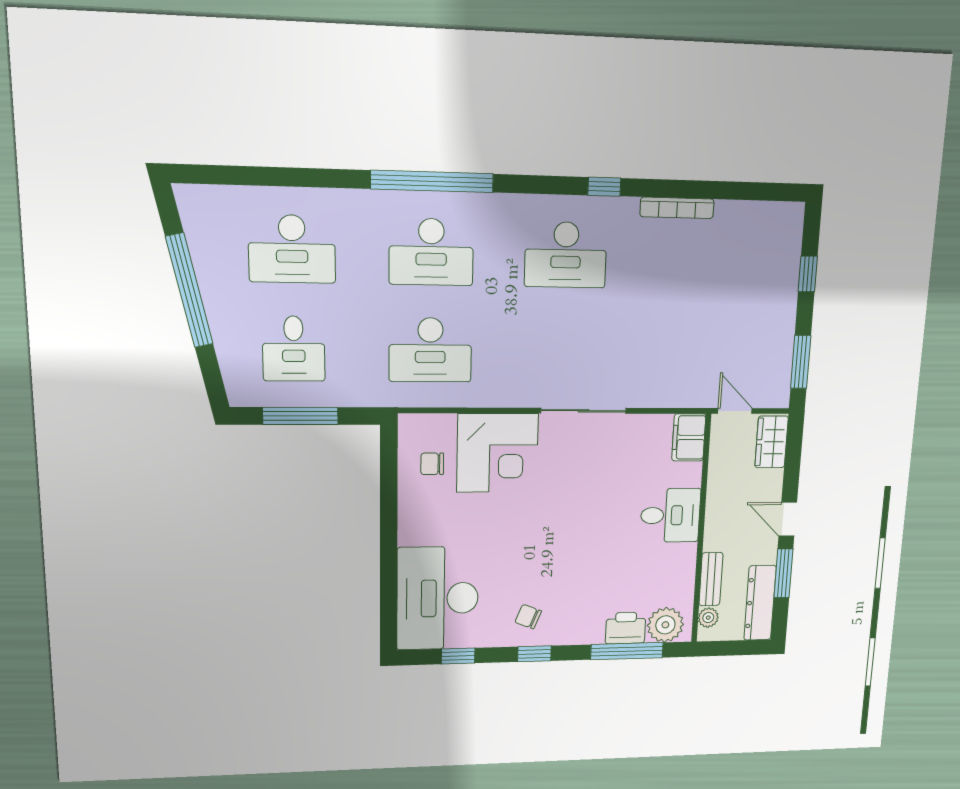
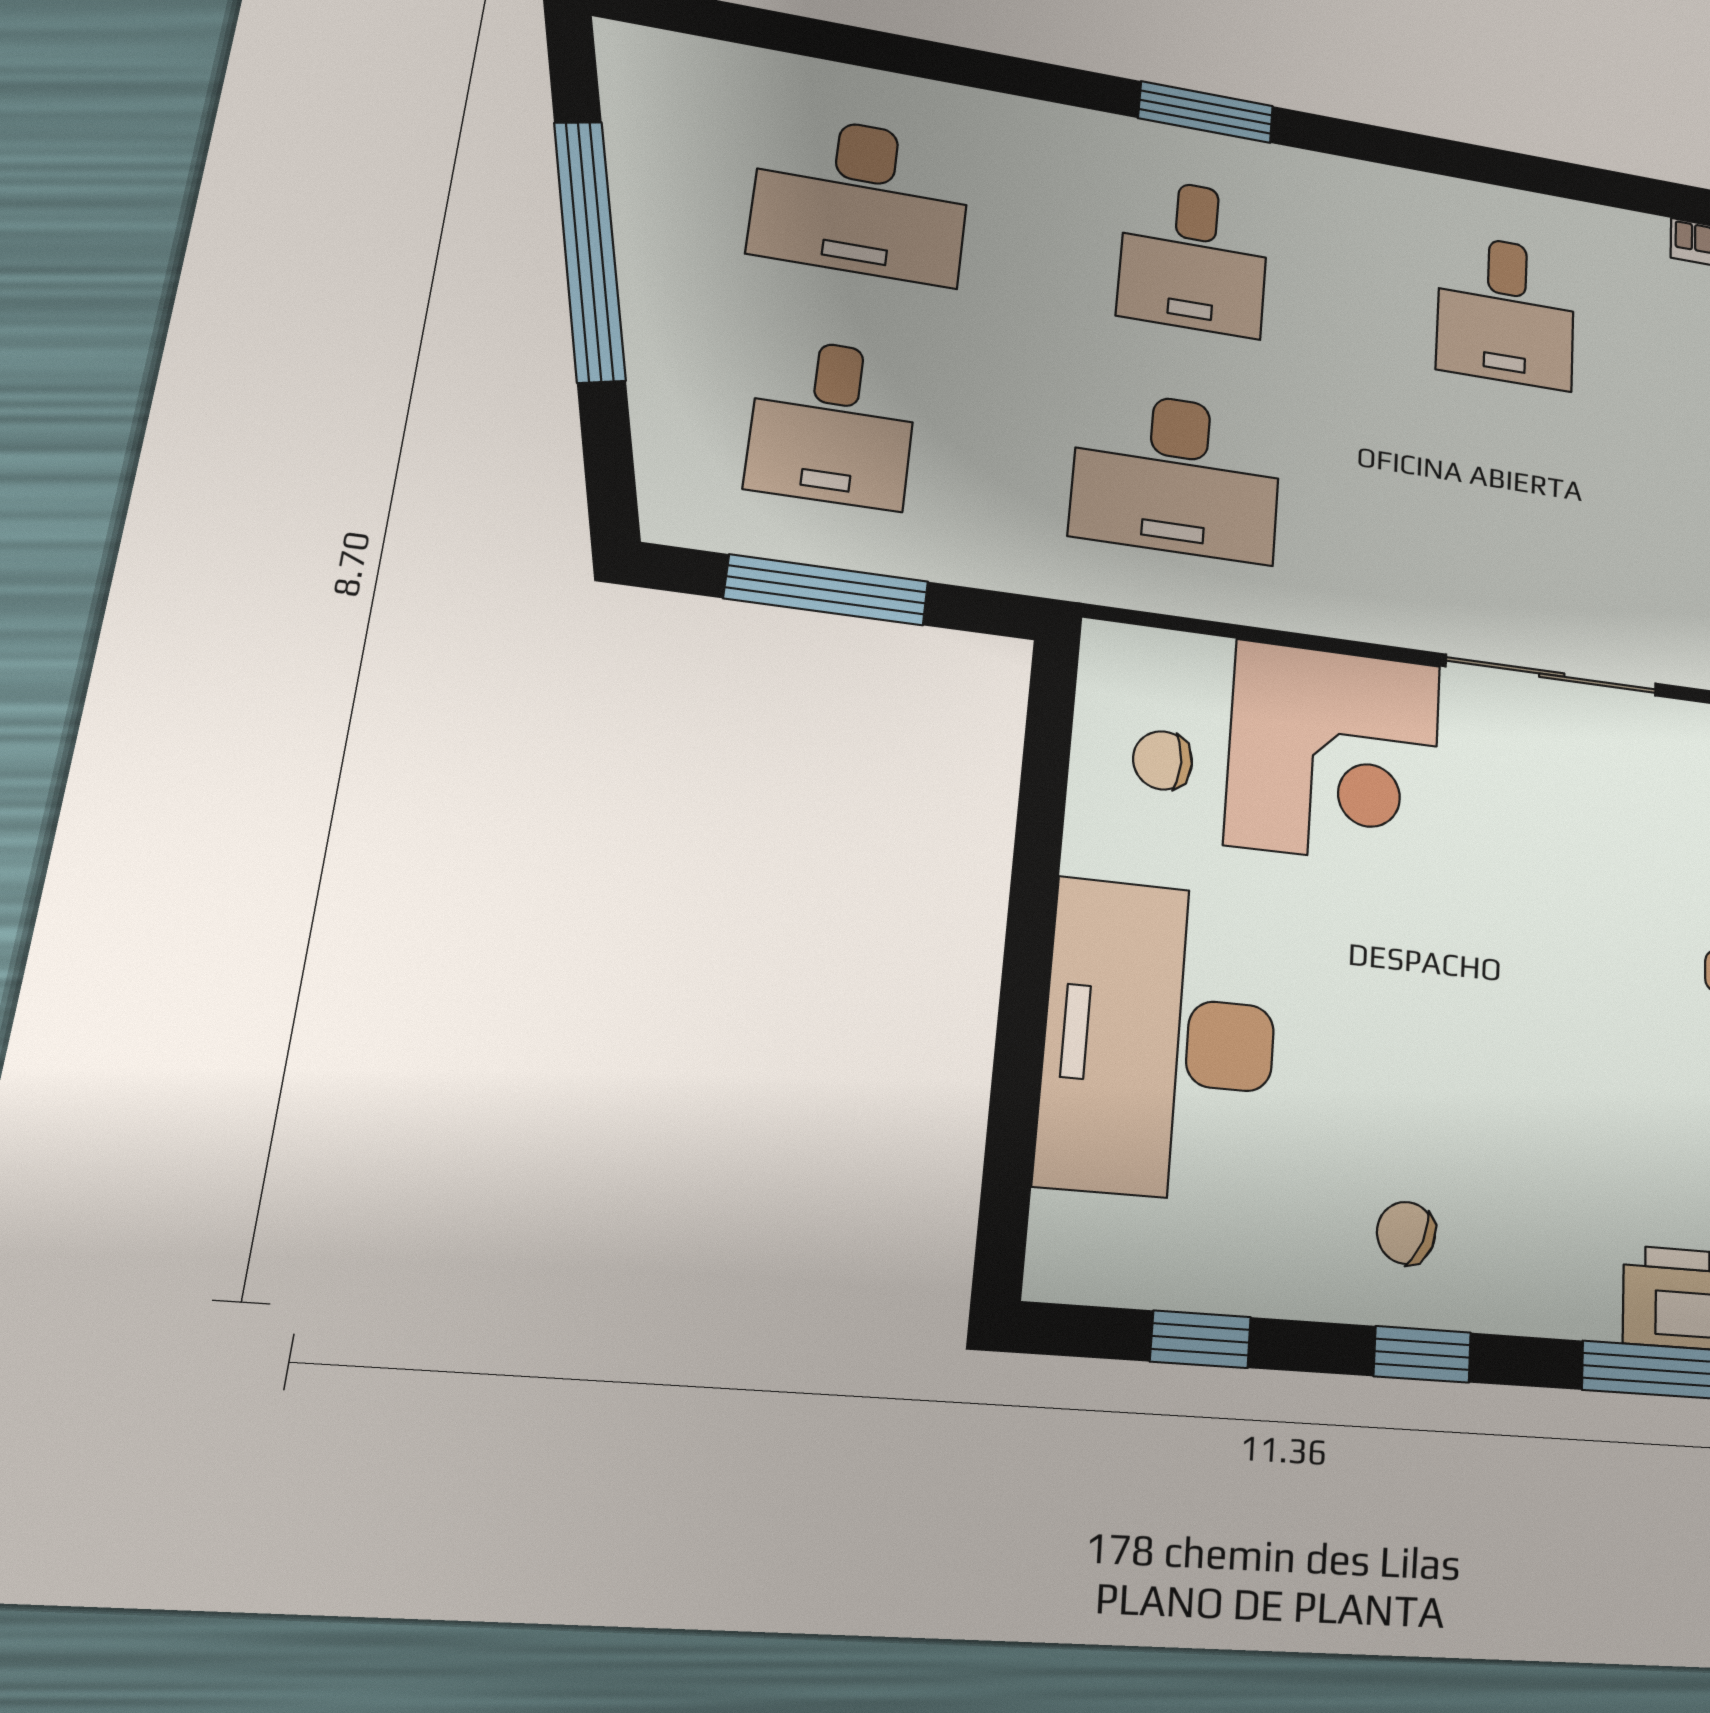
window: (432, 181) -> (1206, 112), width x0.47
window: (604, 187) -> (1590, 185), removed
desk: (431, 252) -> (1194, 257), width x0.73
desk: (566, 255) -> (1506, 311), width x0.73
desk: (438, 598) -> (1160, 1039), moved

